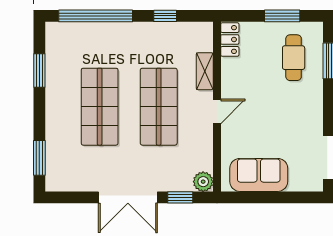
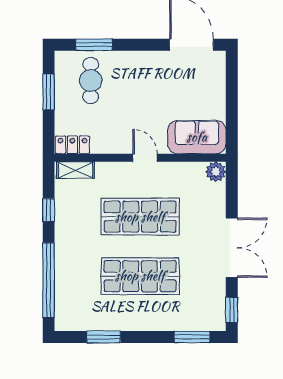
cafe table: (294, 58) -> (91, 81), turned 90
shelving: (205, 71) -> (76, 170), moved
sofa: (259, 175) -> (197, 137), moved, turned 90
window: (180, 197) -> (232, 310), moved

